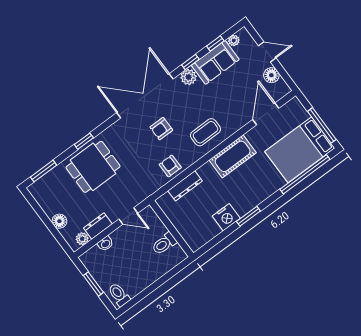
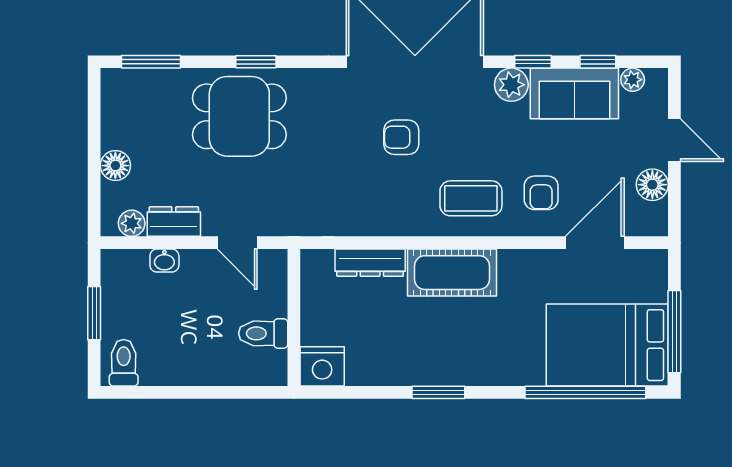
cot: (233, 156) -> (452, 273), moved
armchair: (170, 166) -> (541, 193), moved, turned 180
nightstand: (226, 217) -> (322, 366), moved

